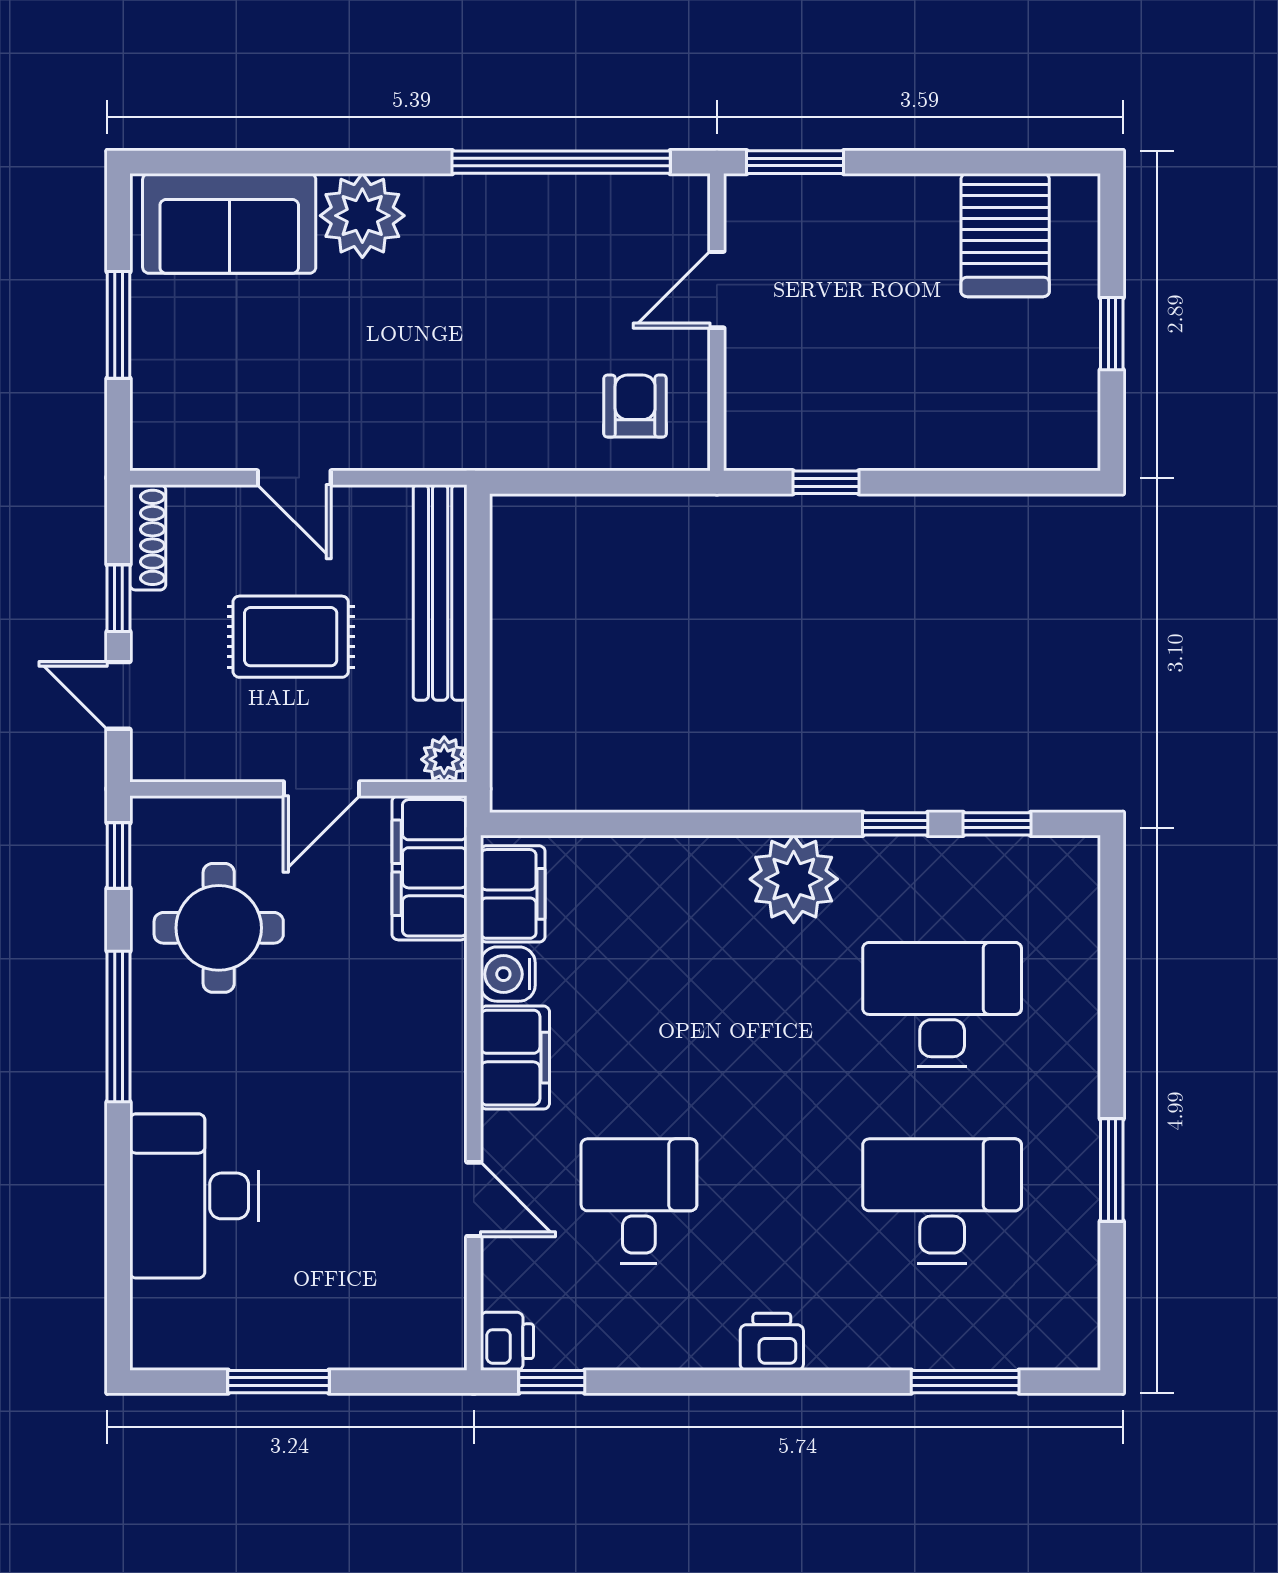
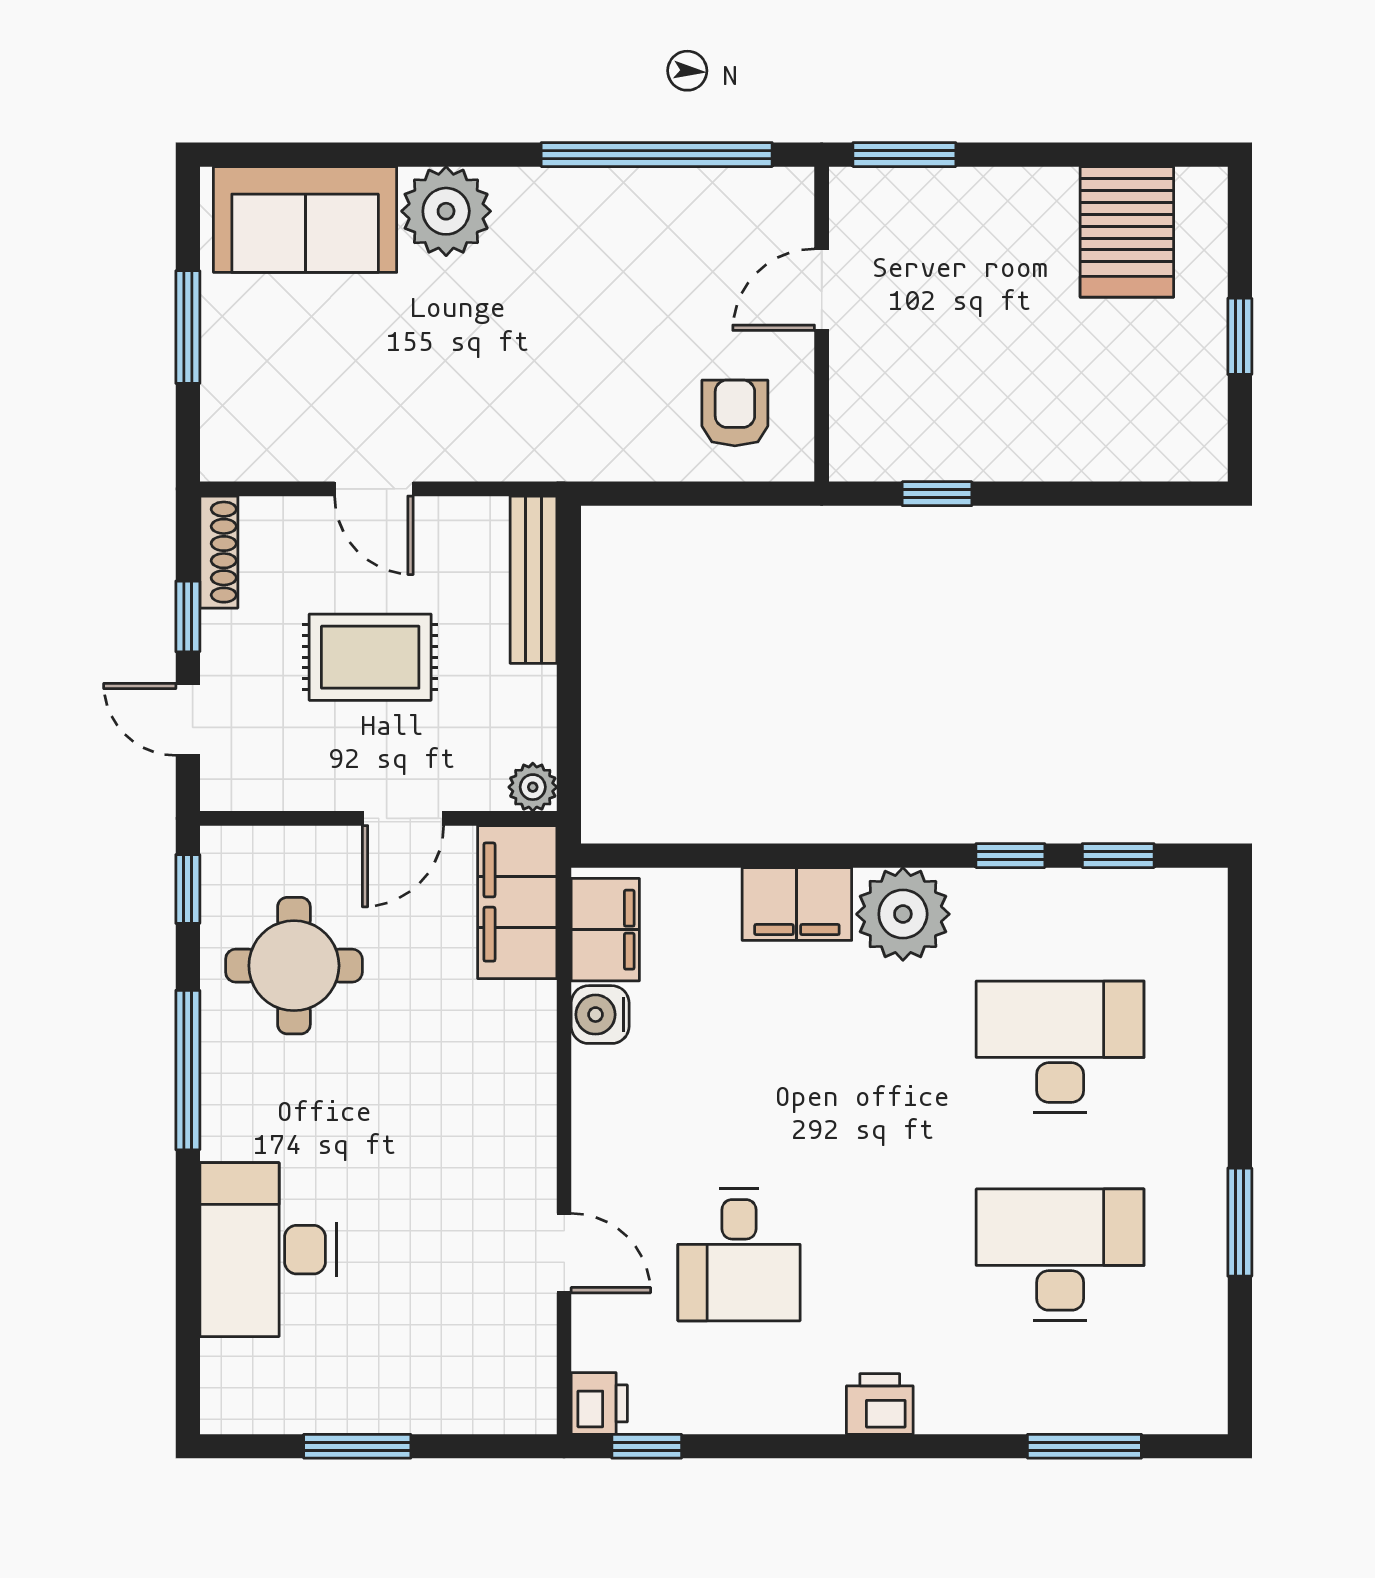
bench: (440, 592) -> (533, 580), width x0.73, depth x0.82
filing cabinet: (515, 1058) -> (797, 904), moved, turned 90
desk: (639, 1201) -> (739, 1255), turned 180

